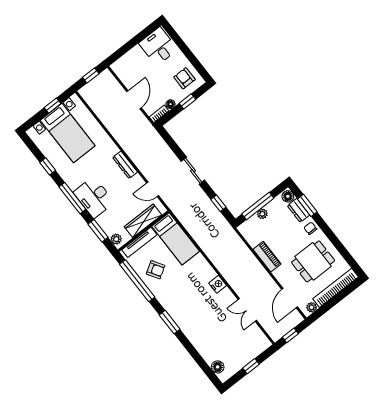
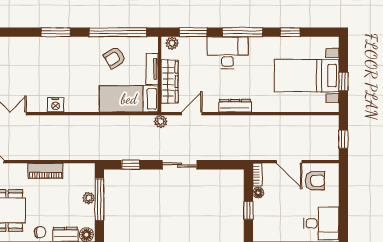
armchair: (184, 78) -> (315, 181), moved
plant: (174, 206) -> (161, 121), added
tv unit: (139, 242) -> (152, 69), width x0.71

